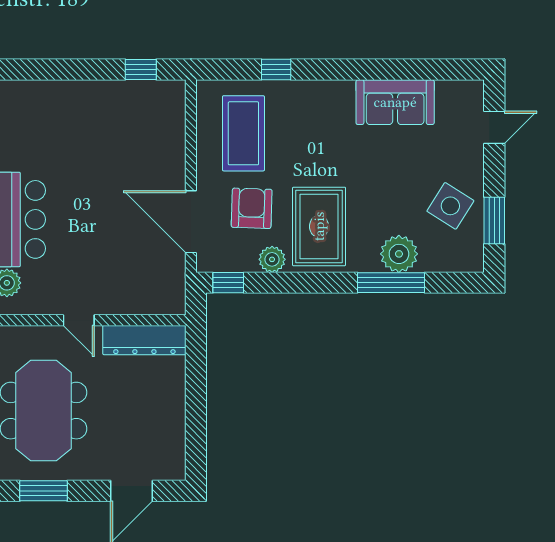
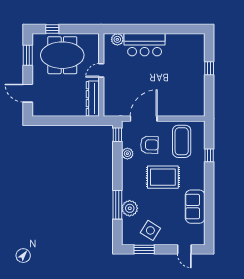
window: (141, 70) -> (209, 68), moved
coffee table: (243, 133) -> (182, 141), turned 90
rug: (319, 226) -> (163, 177), moved

